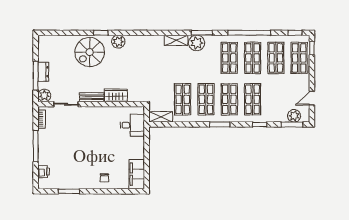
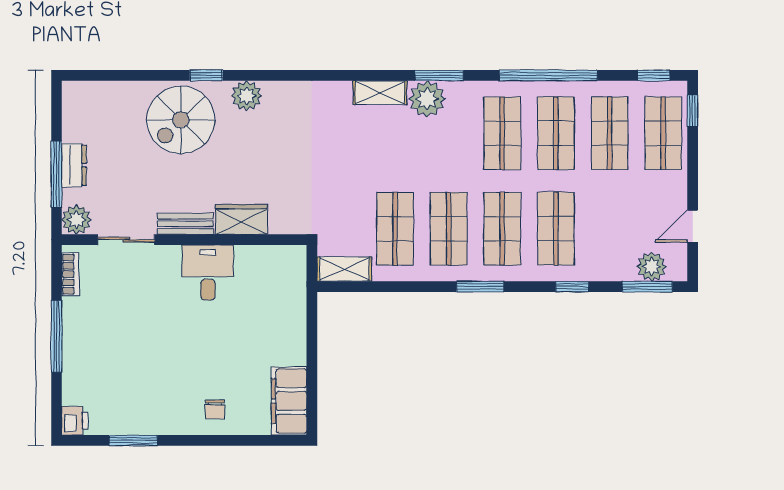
desk: (132, 125) -> (208, 272), moved, turned -90
printer: (44, 172) -> (75, 421), moved

